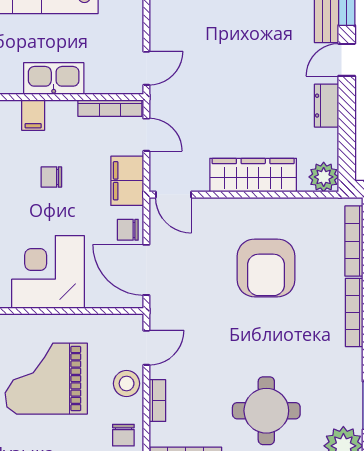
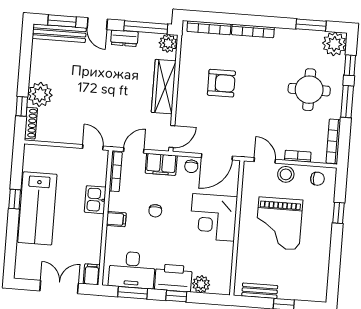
kitchen sink: (54, 79) -> (95, 200), width x0.73
window: (347, 139) -> (146, 27), added
armchair: (266, 268) -> (221, 83), width x0.73, depth x0.73

